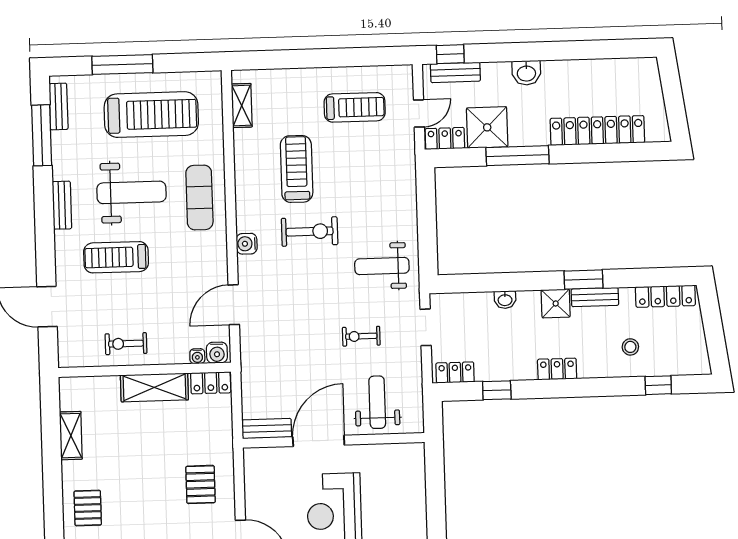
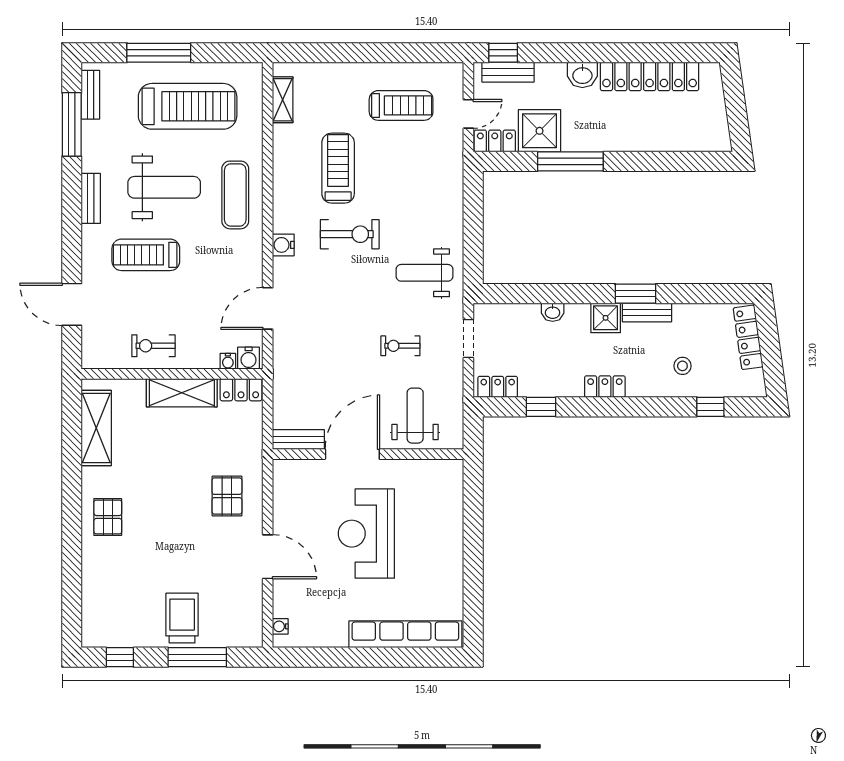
locker: (597, 130) -> (650, 76), moved, turned 180
locker: (665, 296) -> (748, 337), moved, turned 82
shelving: (71, 436) -> (96, 428), width x1.50, depth x1.33

